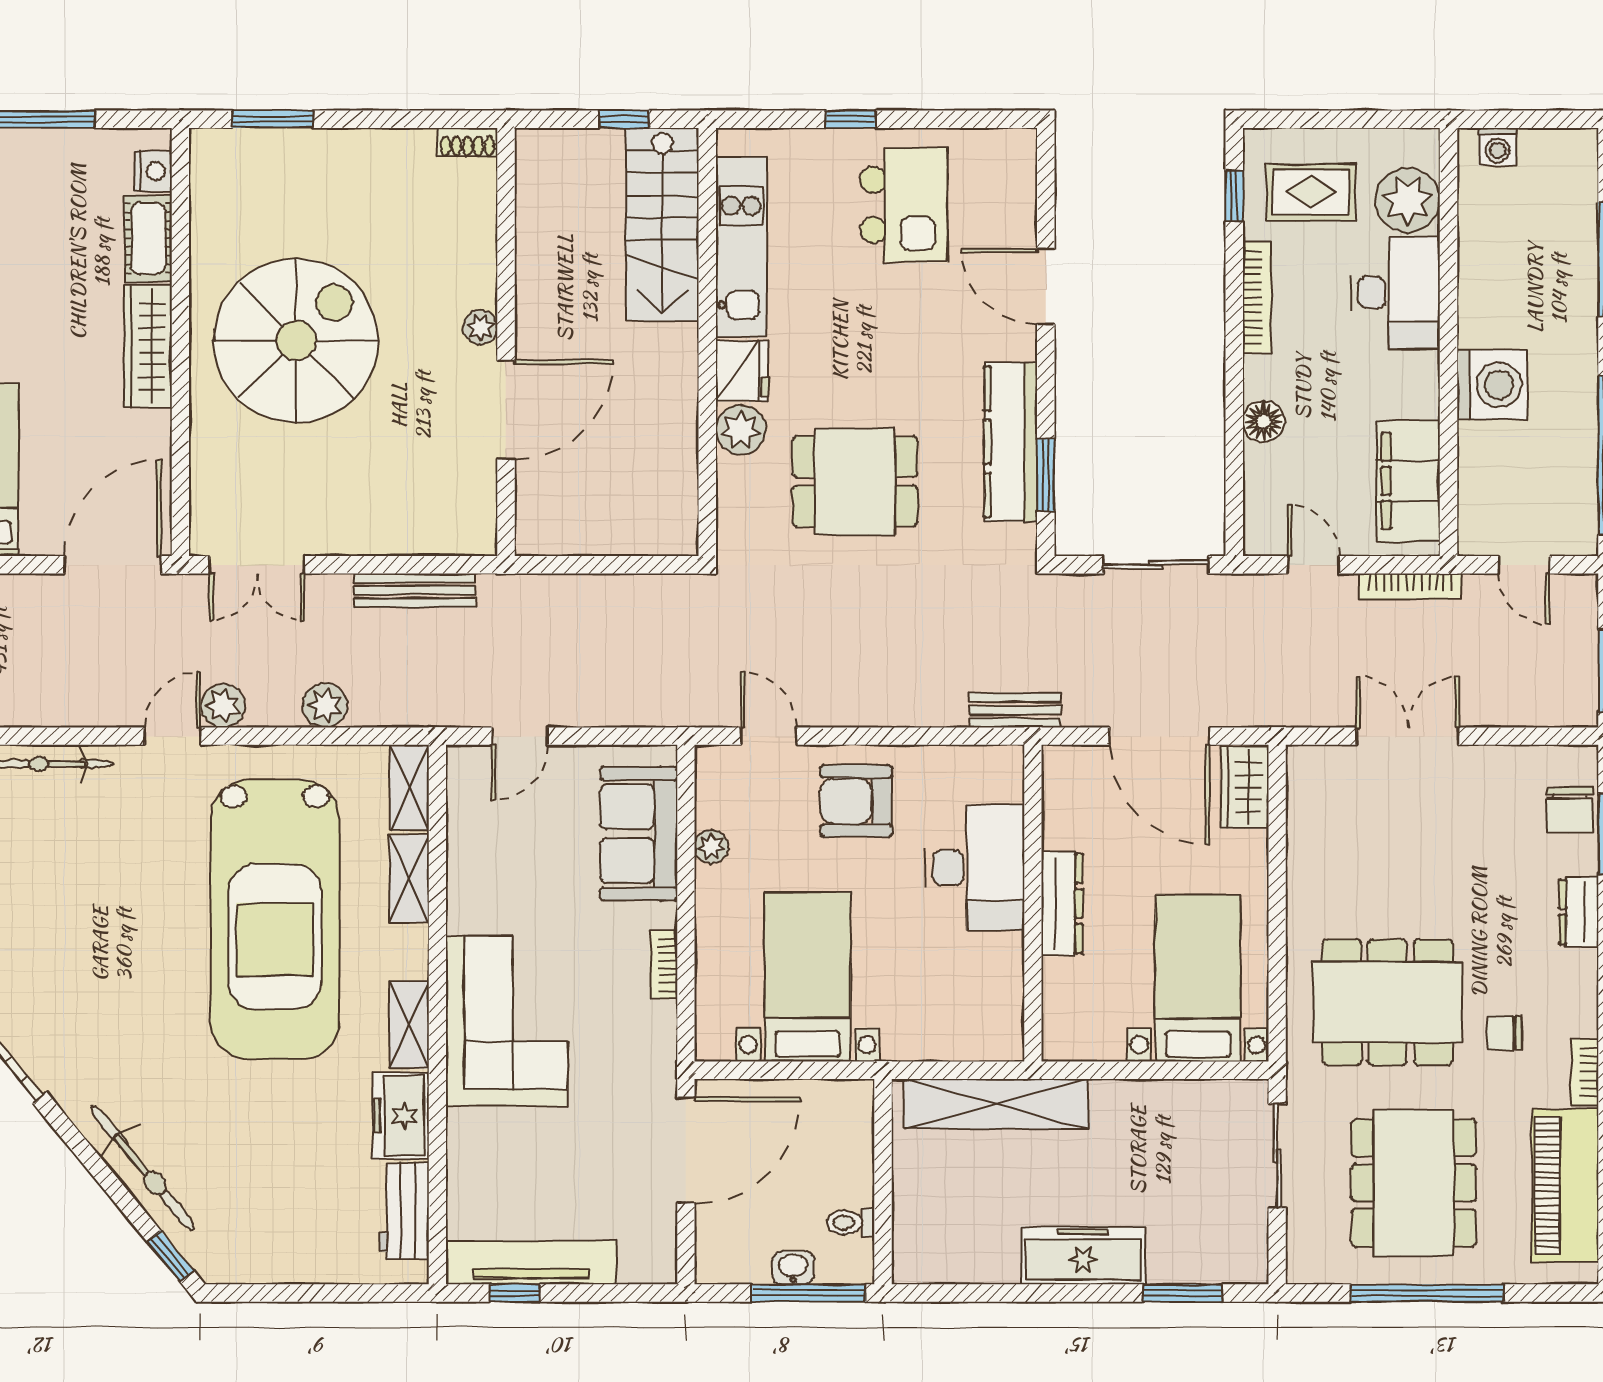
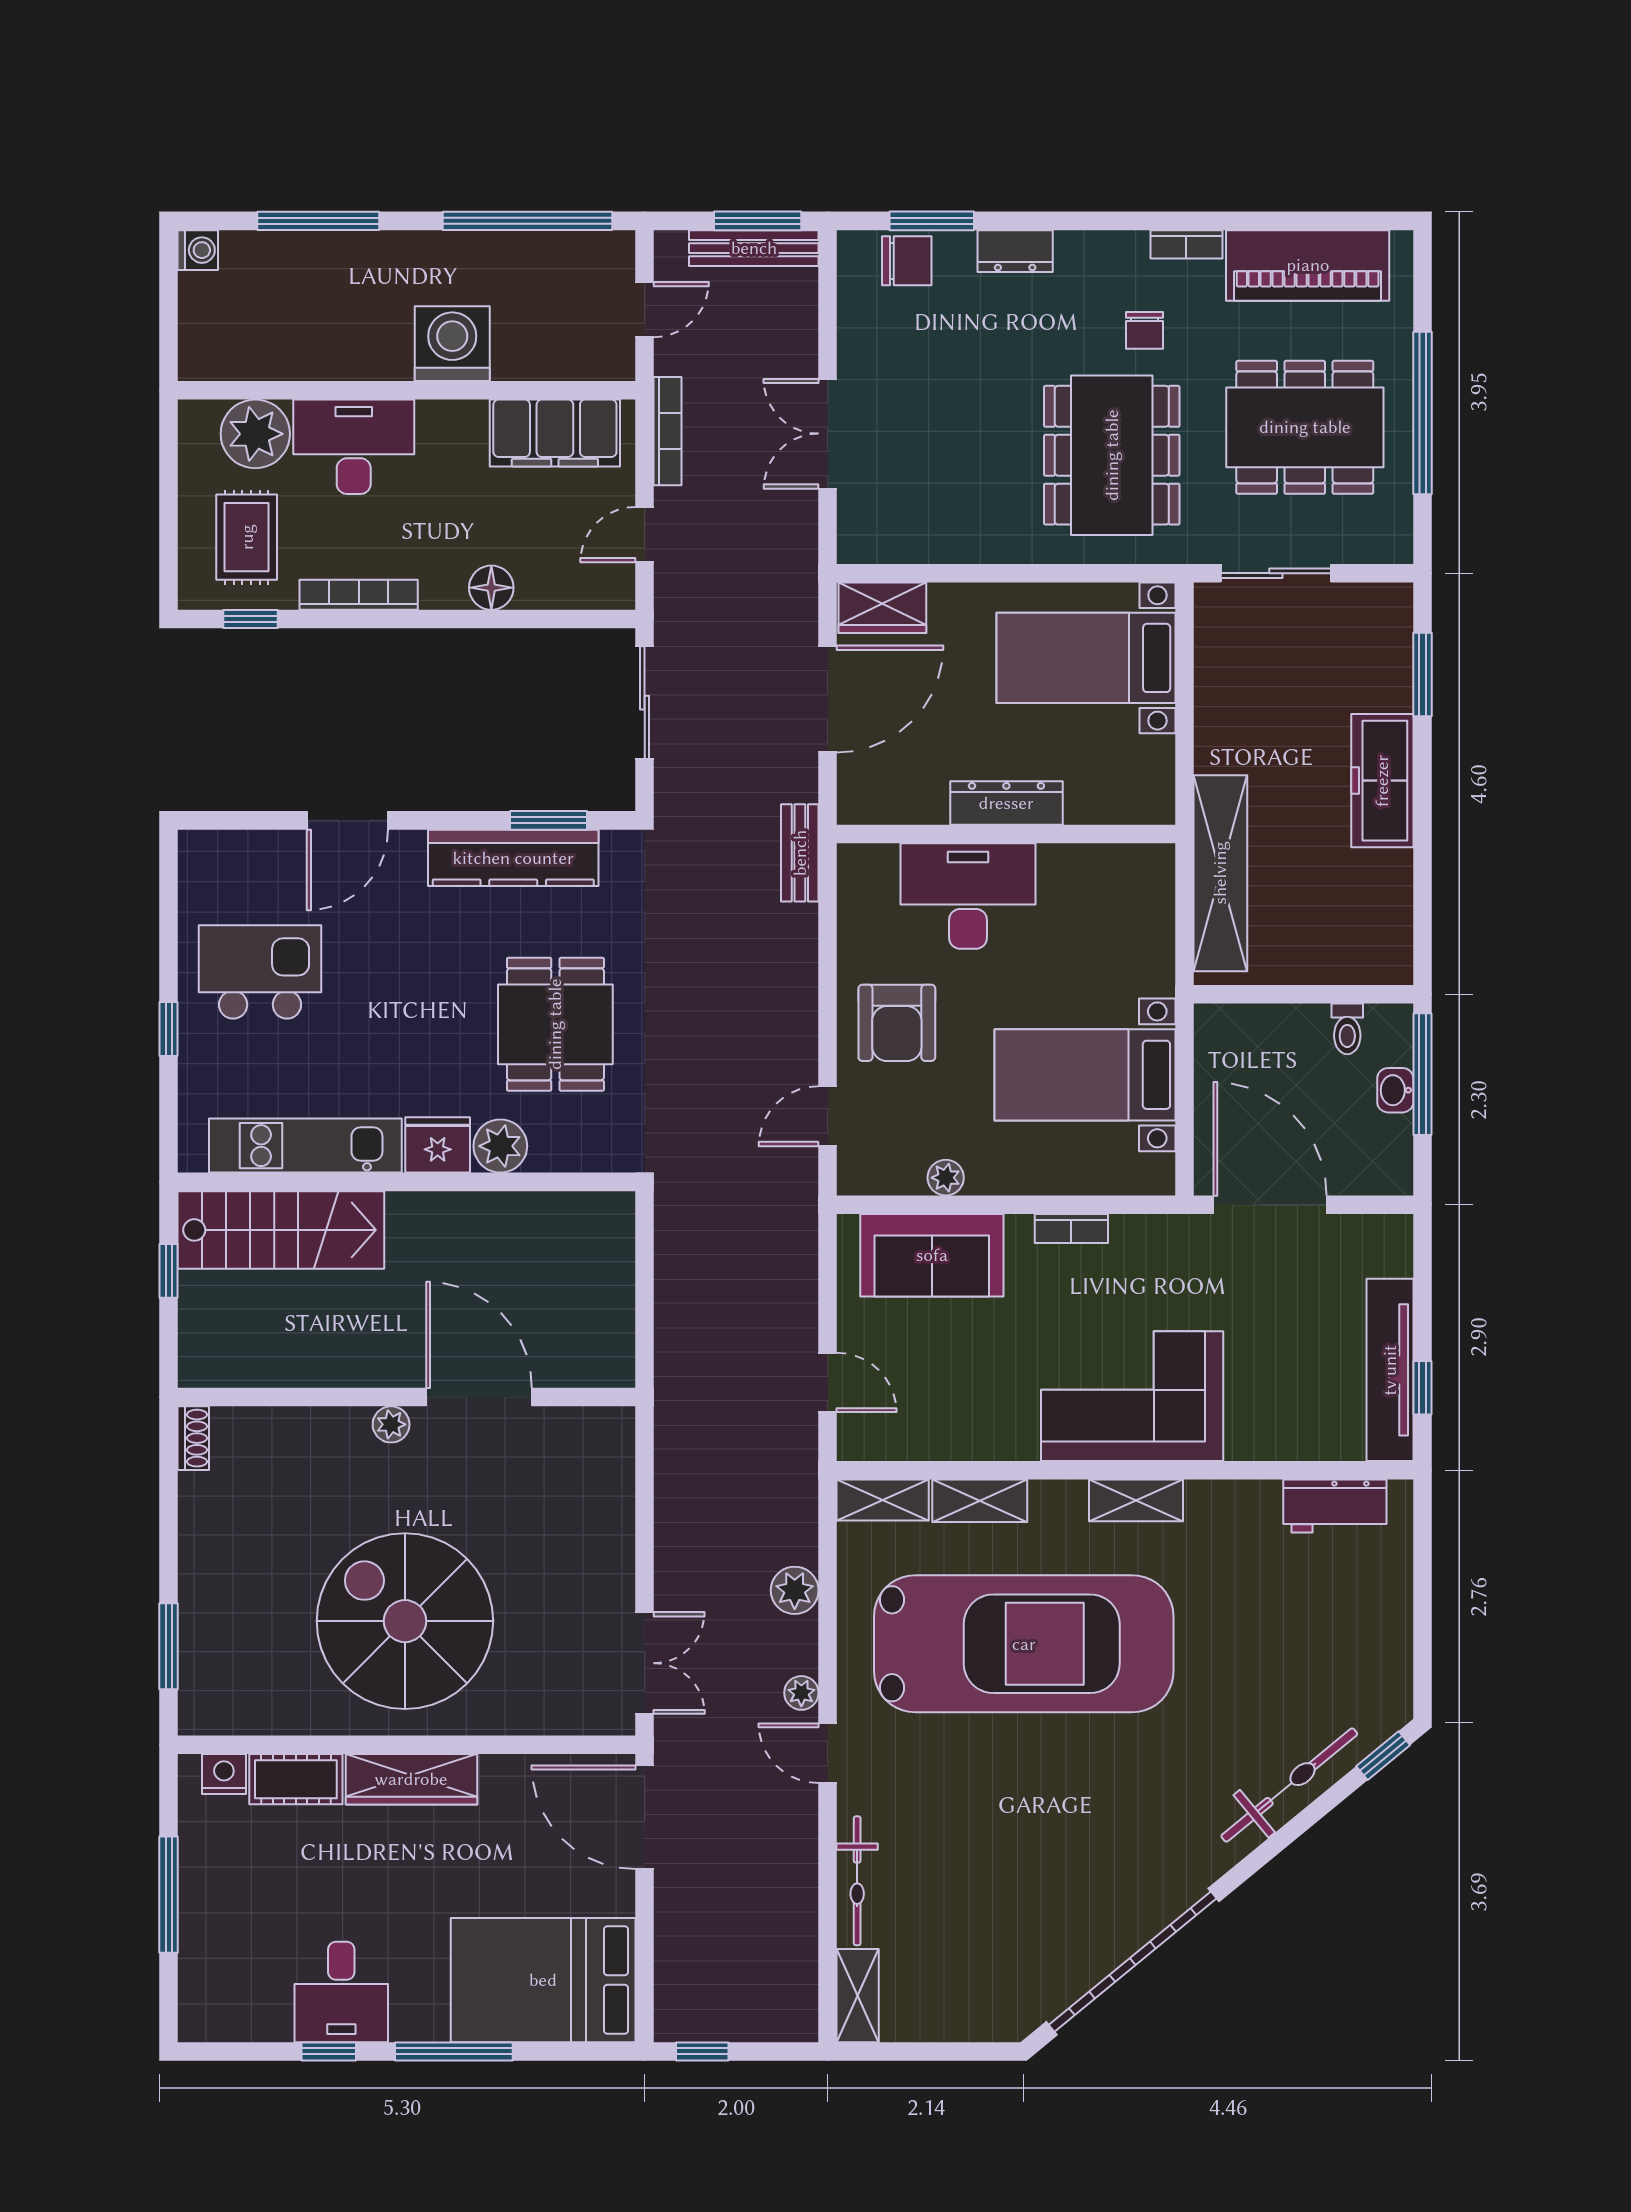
washing machine: (1497, 147) -> (198, 250), moved
bench: (415, 590) -> (754, 248), moved, turned 90
plant: (223, 706) -> (801, 1693), width x0.73, depth x0.73
freezer: (400, 1116) -> (1233, 1510), removed

